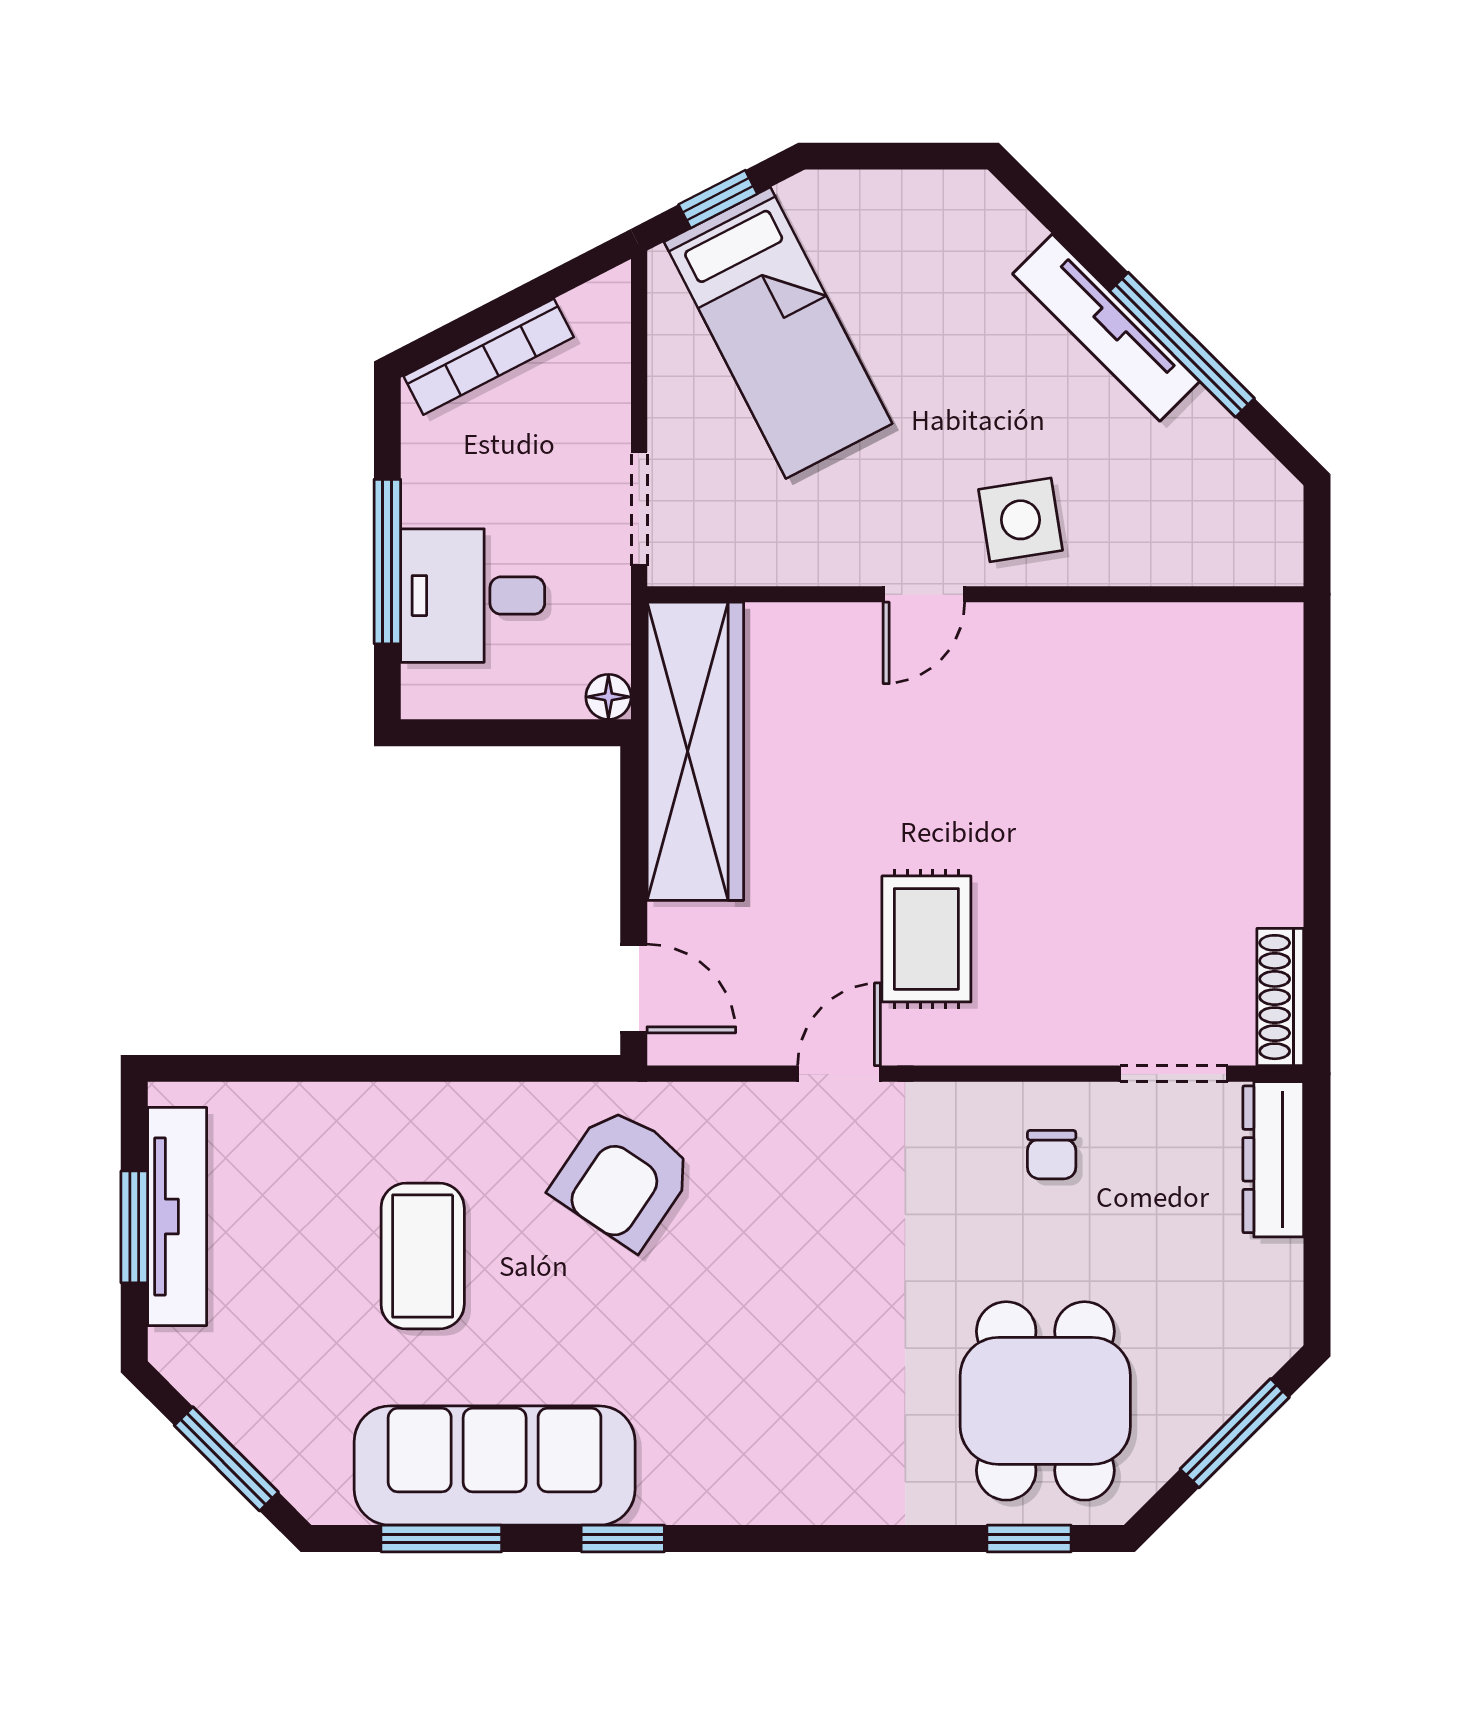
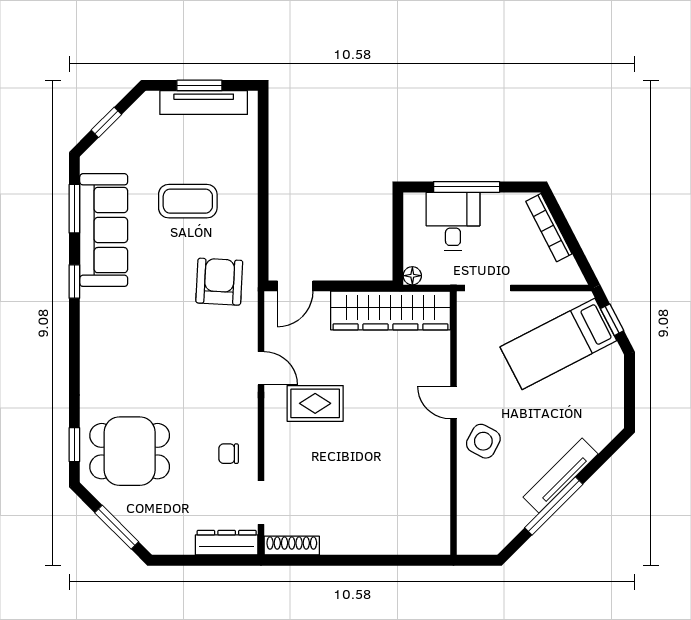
side table: (1021, 520) -> (483, 441), turned 37
armchair: (623, 1178) -> (219, 282), turned 59
window: (226, 1459) -> (106, 122), width x0.67

